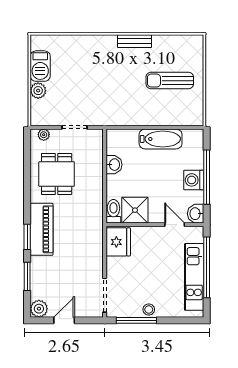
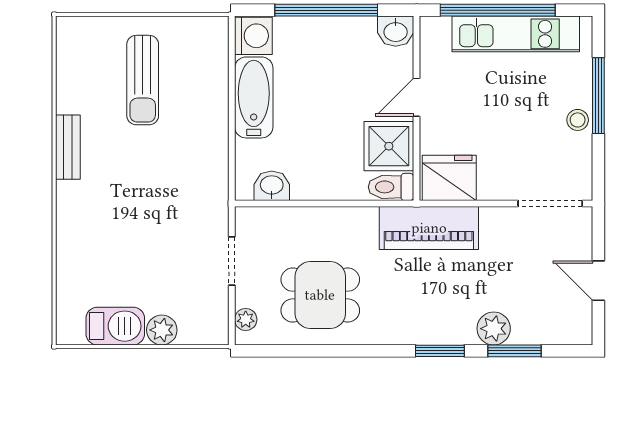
washbasin: (114, 165) -> (272, 186), moved
washing machine: (194, 180) -> (253, 36), moved, turned -90
door: (175, 225) -> (416, 97), moved
piano: (42, 229) -> (429, 228), moved, turned 180
plant: (39, 309) -> (494, 329), moved
window: (136, 320) -> (598, 96), moved

